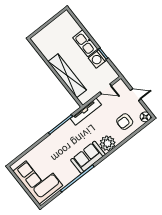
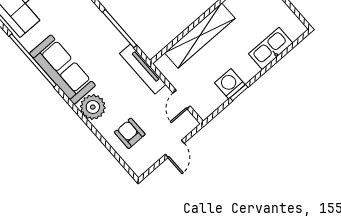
kitchen sink: (85, 43) -> (271, 48), moved
floor lamp: (145, 117) -> (139, 167), removed
sofa: (88, 157) -> (62, 69), width x1.36

